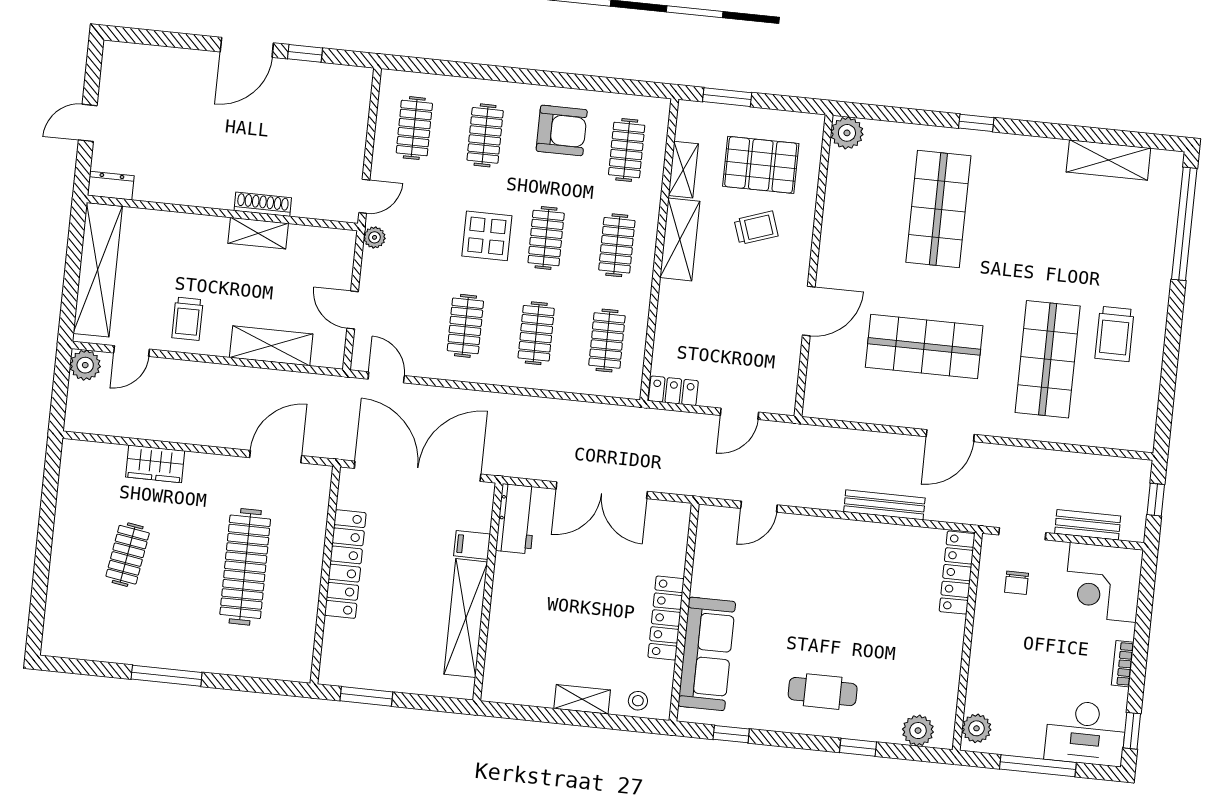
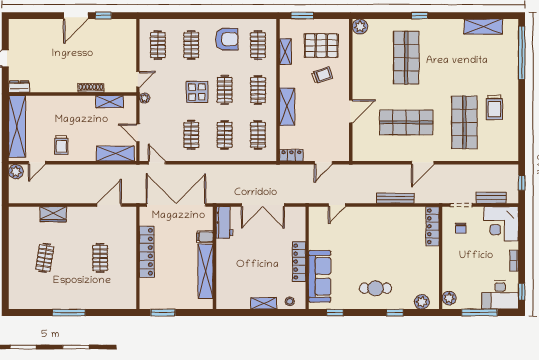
shelving: (258, 233) -> (110, 102), moved
shelving: (680, 239) -> (287, 107), moved
shelving: (271, 346) -> (115, 154), moved
clothes rail: (245, 567) -> (100, 258), width x0.54, depth x0.76

